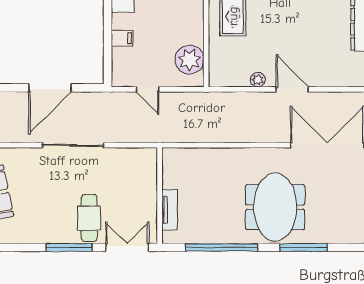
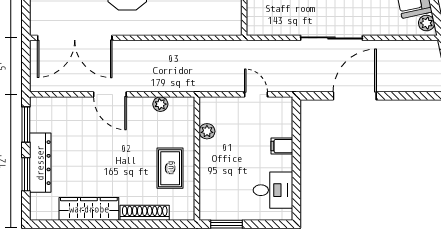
plant: (189, 60) -> (207, 131), width x0.53, depth x0.53
plant: (258, 80) -> (160, 104), moved

